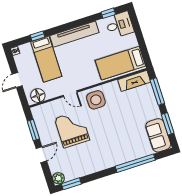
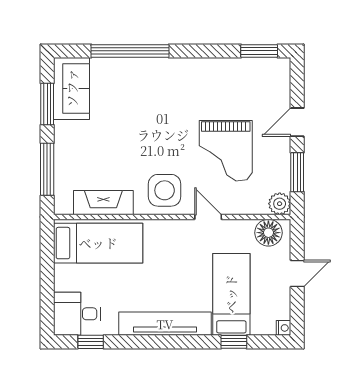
fireplace: (134, 81) -> (103, 203), moved
plant: (58, 178) -> (280, 204), moved

